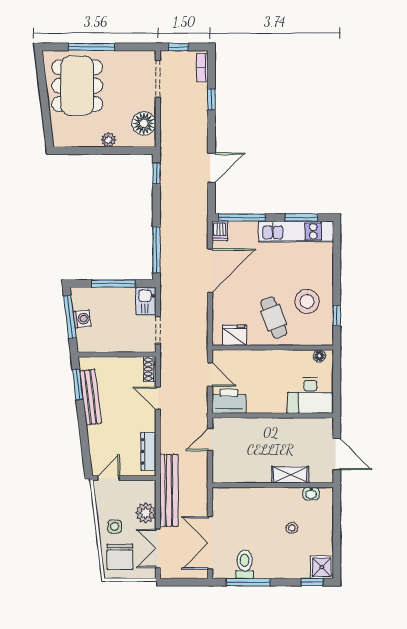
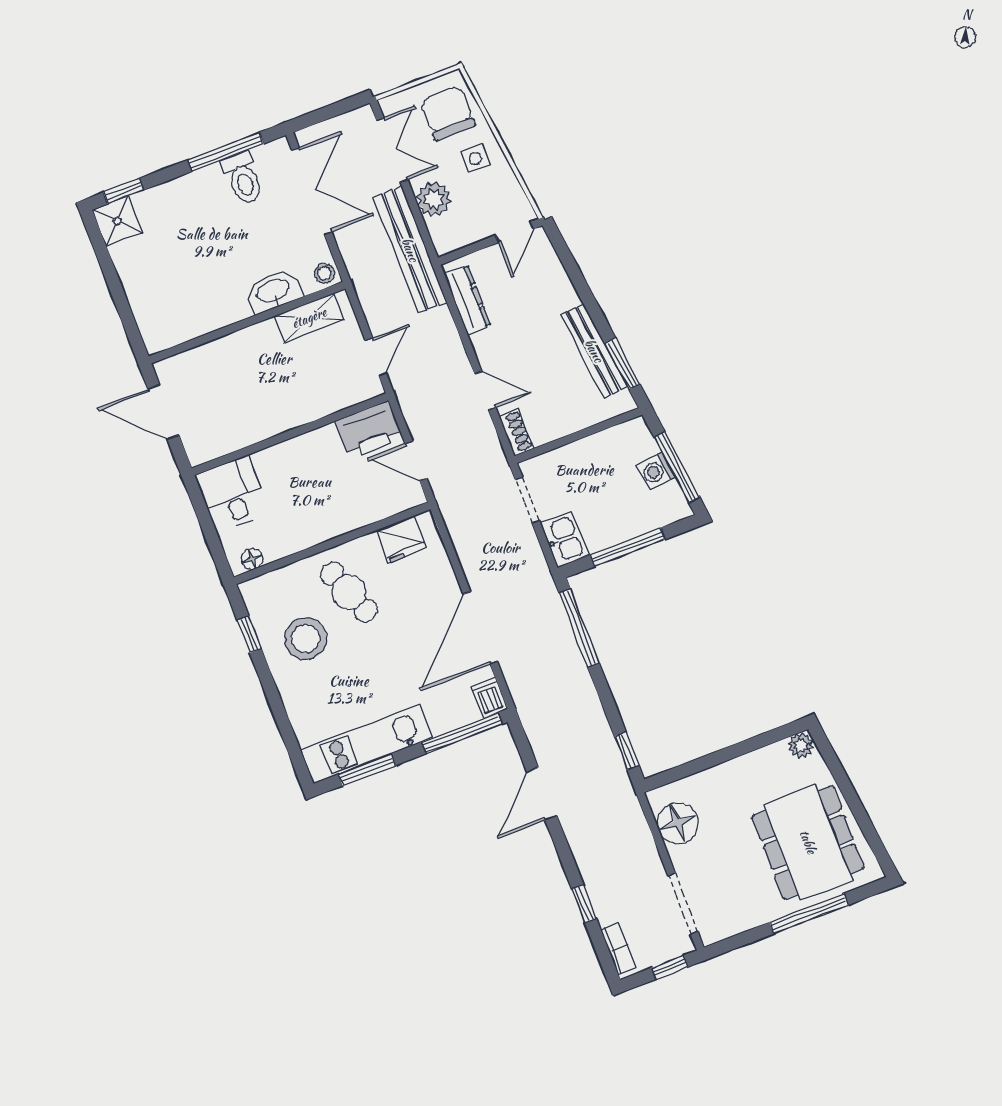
plant: (108, 140) -> (801, 745), moved
desk: (310, 395) -> (232, 494), width x0.73
shelving: (290, 475) -> (309, 318), moved
washbasin: (311, 494) -> (274, 291), moved, width x1.91, depth x1.45
stool: (292, 528) -> (324, 273), moved

